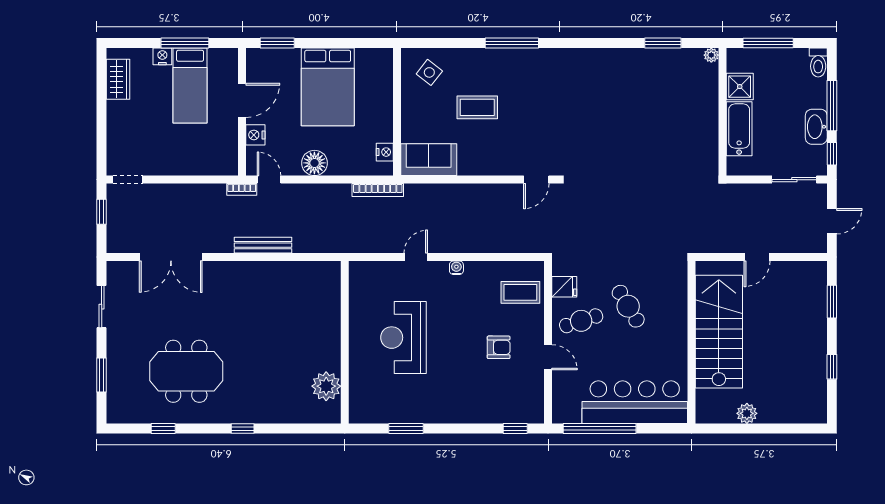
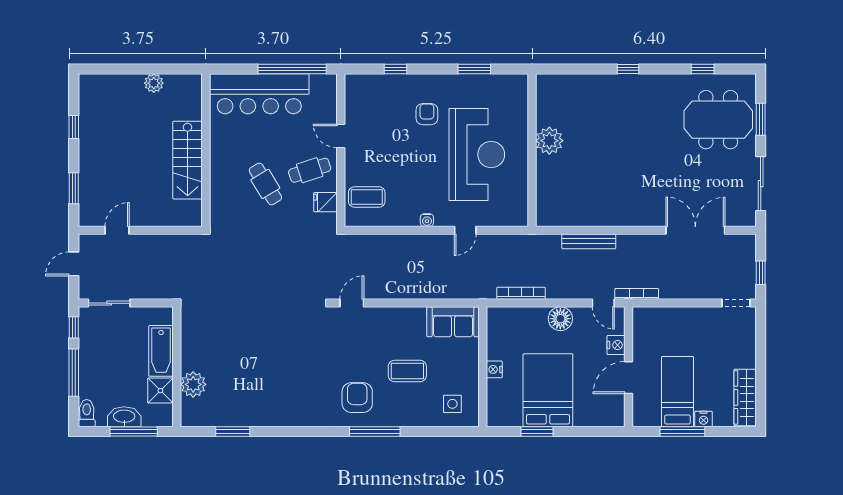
window: (277, 43) -> (537, 432), moved
plant: (711, 55) -> (193, 384), moved, width x1.87, depth x1.87
side table: (429, 72) -> (452, 404), turned -38
wardrobe: (118, 79) -> (745, 397), width x1.50
armchair: (531, 79) -> (357, 398), added
washbasin: (816, 127) -> (124, 417), moved, turned -90
nightstand: (385, 152) -> (494, 369), moved
bookcase: (242, 189) -> (637, 294), width x1.56
bookcase: (378, 190) -> (521, 293), moved
bench: (263, 245) -> (589, 241), moved
door: (757, 257) -> (117, 230), moved
sliding door: (102, 307) -> (761, 184), width x1.37
stairs: (719, 332) -> (188, 160), width x0.73, depth x0.66
reception desk: (403, 338) -> (477, 155), width x1.36, depth x1.30
armchair: (499, 347) -> (427, 114), moved, turned 90
meeting table: (186, 371) -> (718, 120), moved
plant: (326, 386) -> (549, 141), moved
window: (515, 429) -> (395, 69), moved

